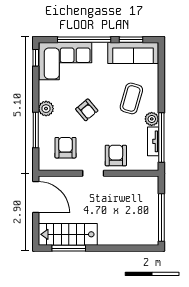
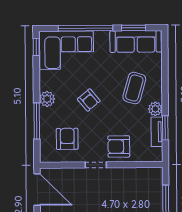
window: (161, 138) -> (165, 128), width x0.47
armchair: (116, 155) -> (119, 147), turned -90

